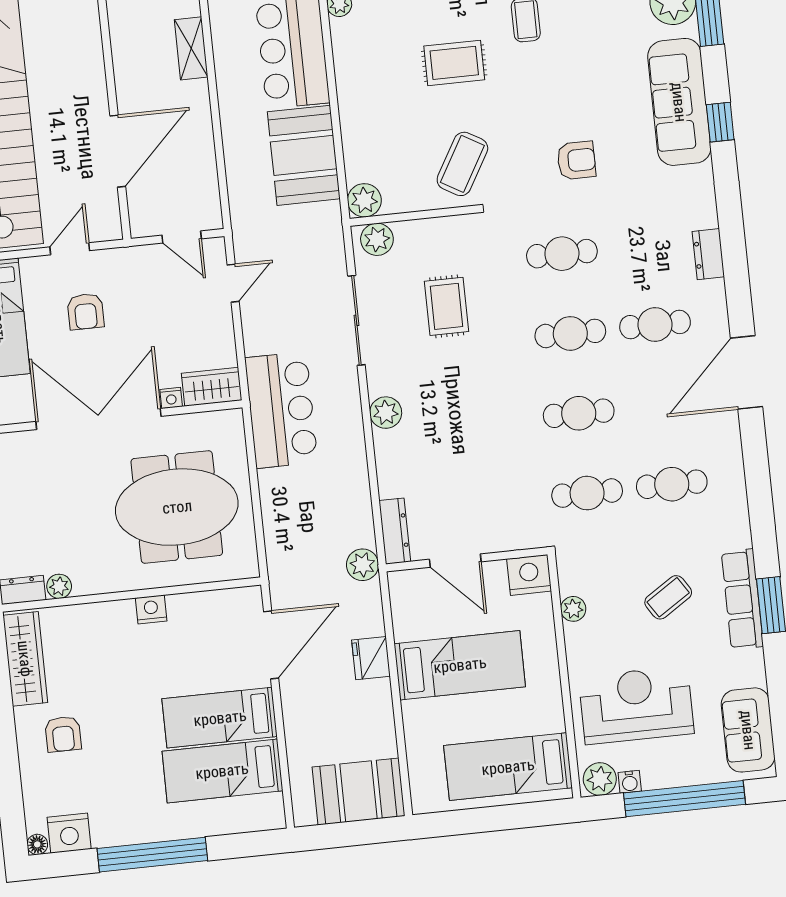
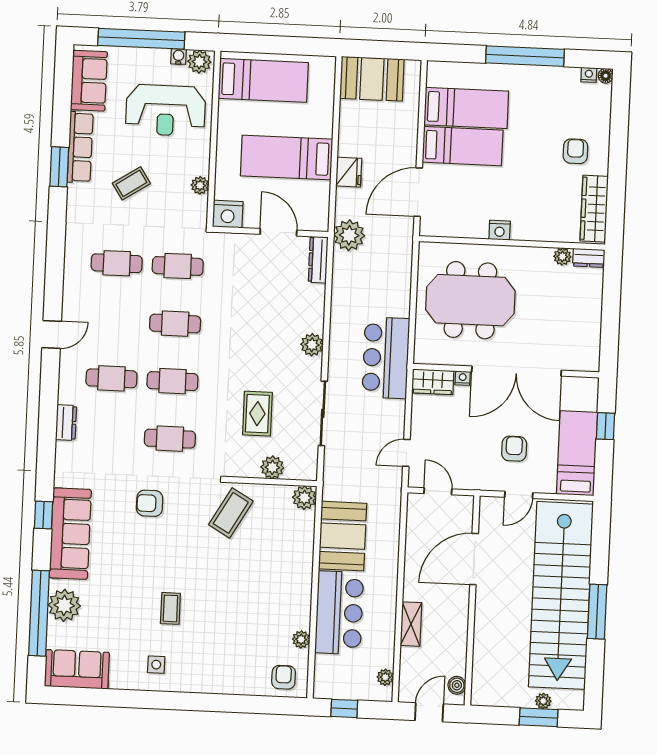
rug: (454, 63) -> (226, 585), removed
plant: (377, 239) -> (272, 467), moved
door: (747, 372) -> (52, 335), width x0.53
plant: (362, 565) -> (349, 235), width x1.36, depth x1.36
row of seats: (742, 599) -> (80, 147), moved
nightstand: (69, 833) -> (589, 75), width x0.53, depth x0.56

